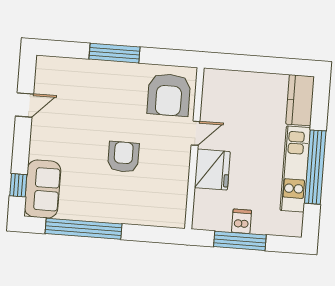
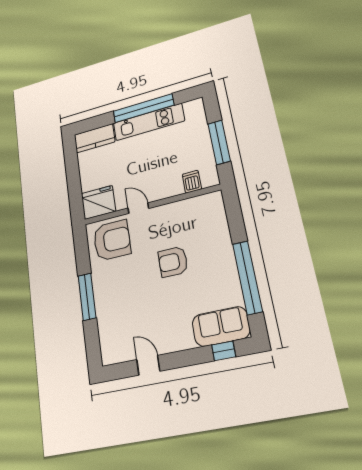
fridge: (212, 170) -> (98, 202), moved
dishwasher: (242, 221) -> (192, 182), moved, turned 90

